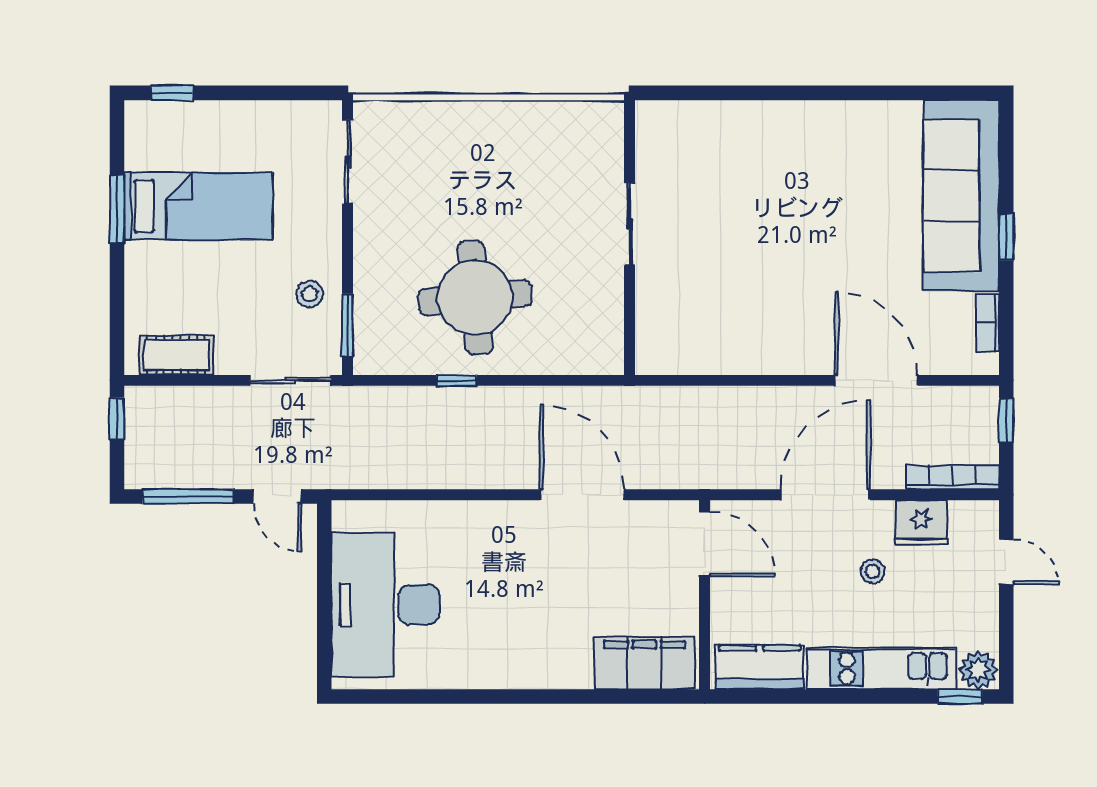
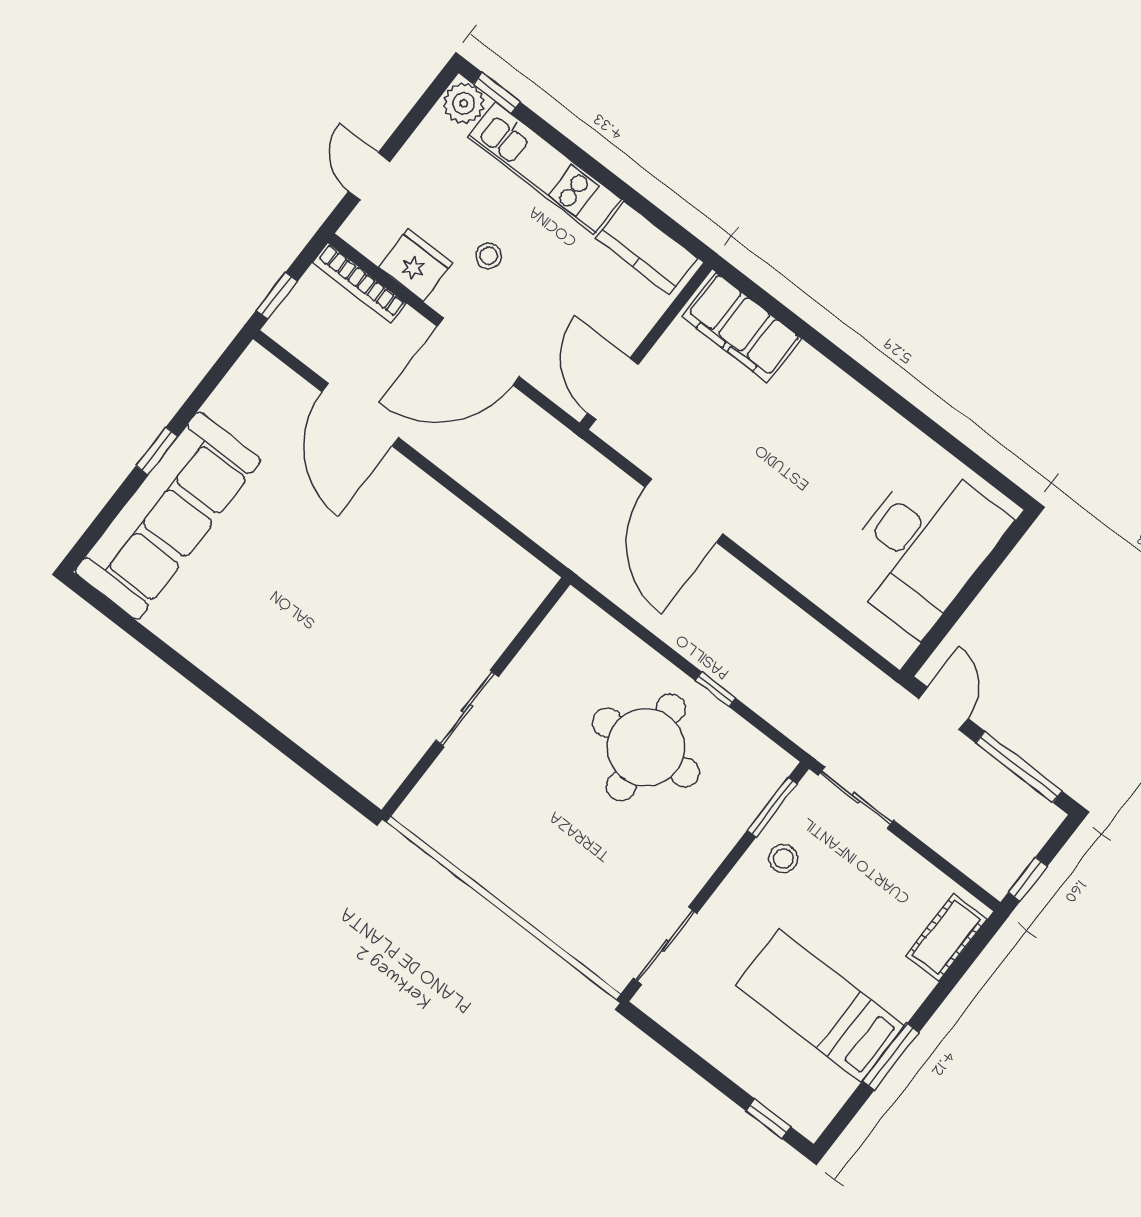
bookcase: (988, 323) -> (229, 391), removed
cot: (176, 355) -> (946, 937), moved, turned 90

